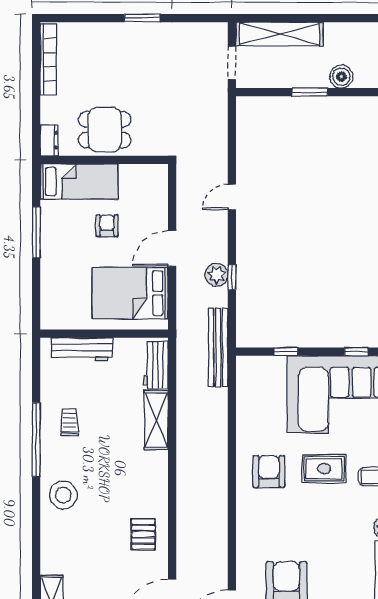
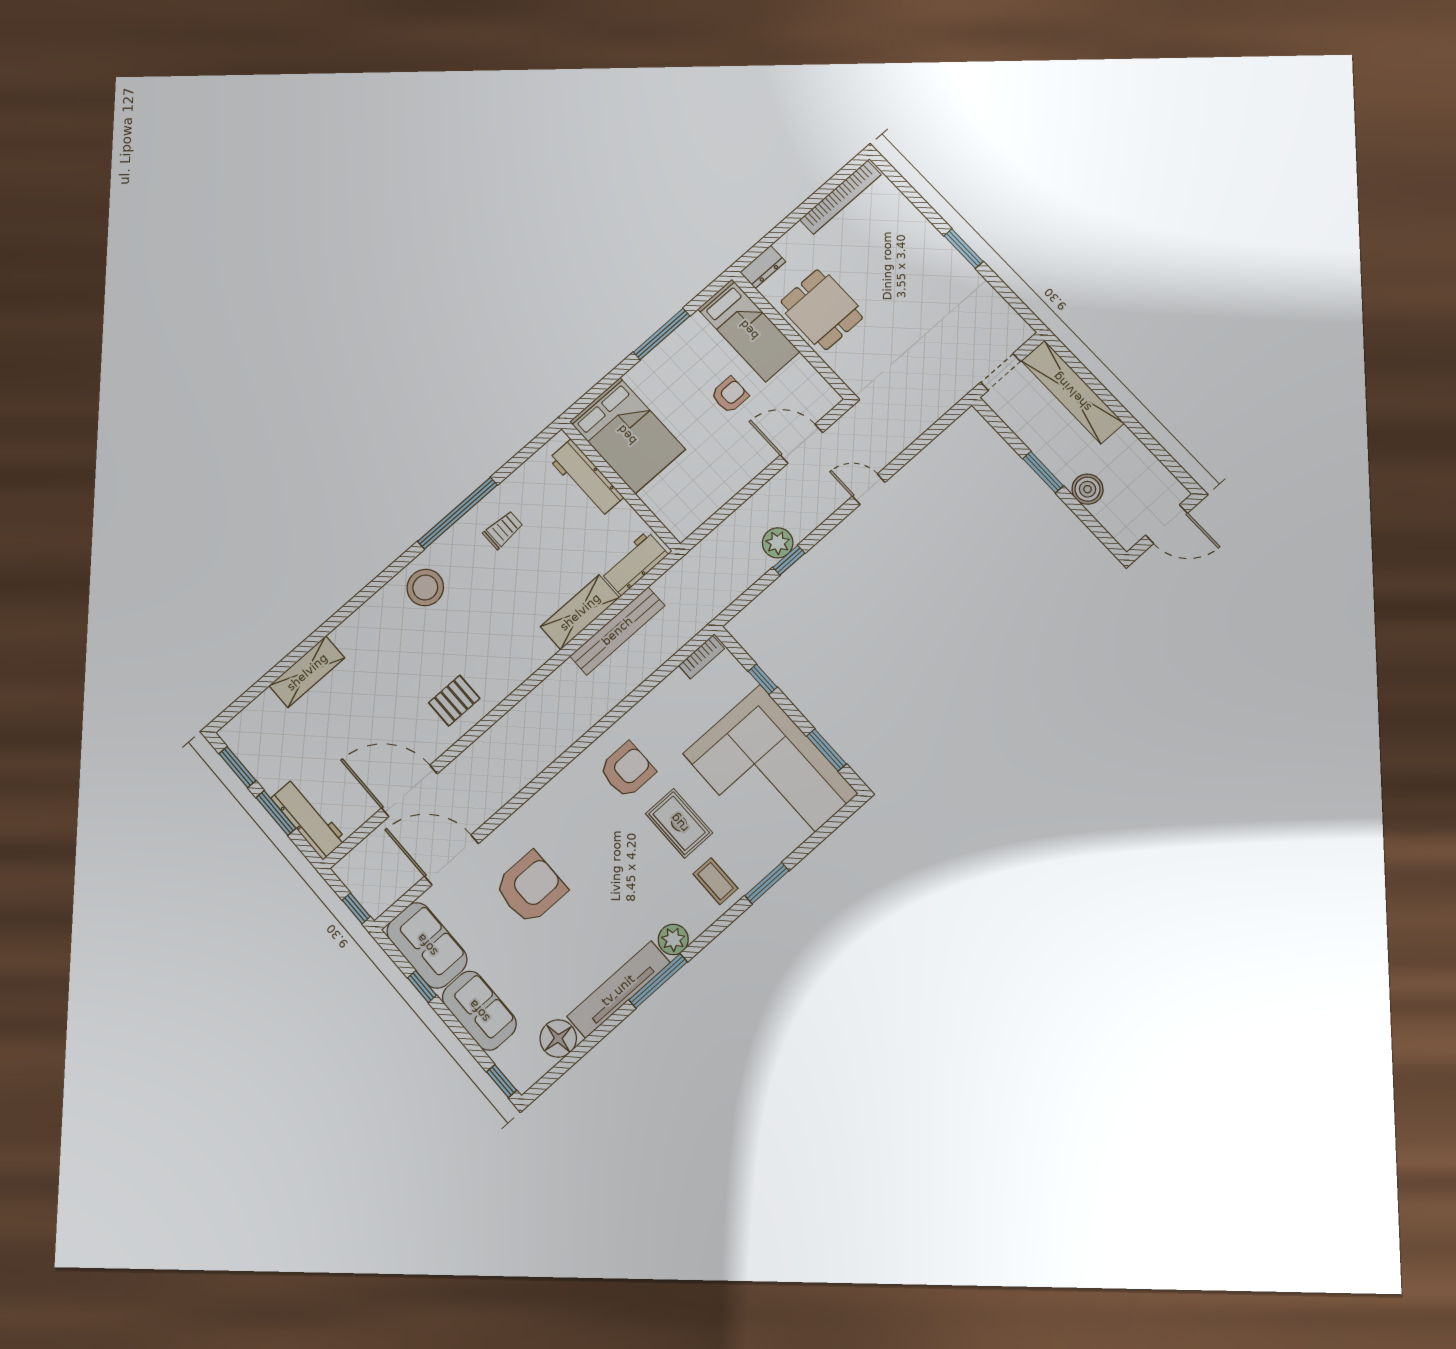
door: (172, 248) -> (801, 444), moved
bed: (130, 293) -> (627, 435), moved, turned 180
bench: (218, 347) -> (617, 631), moved
window: (356, 352) -> (826, 750), width x1.50
bookcase: (243, 375) -> (701, 657), added

